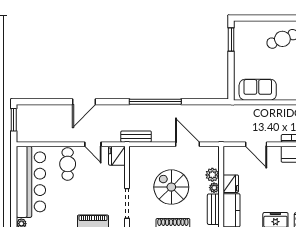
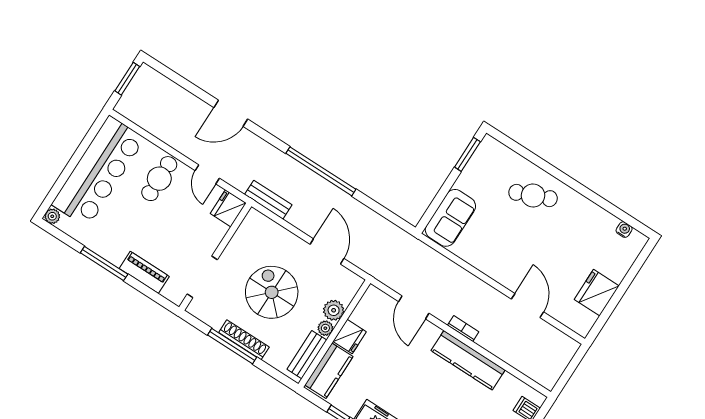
sofa: (258, 90) -> (450, 218), moved, turned 90

